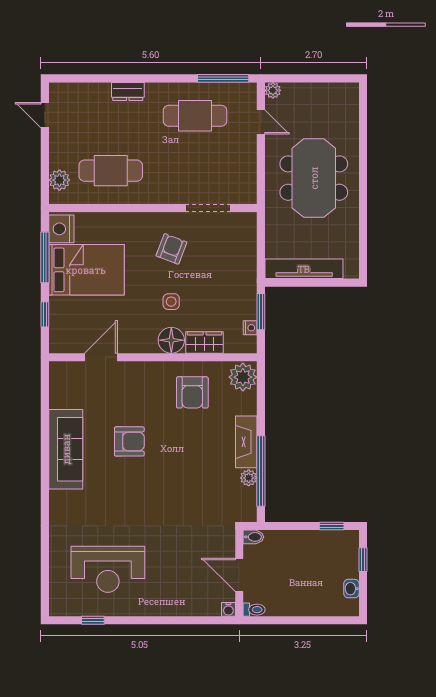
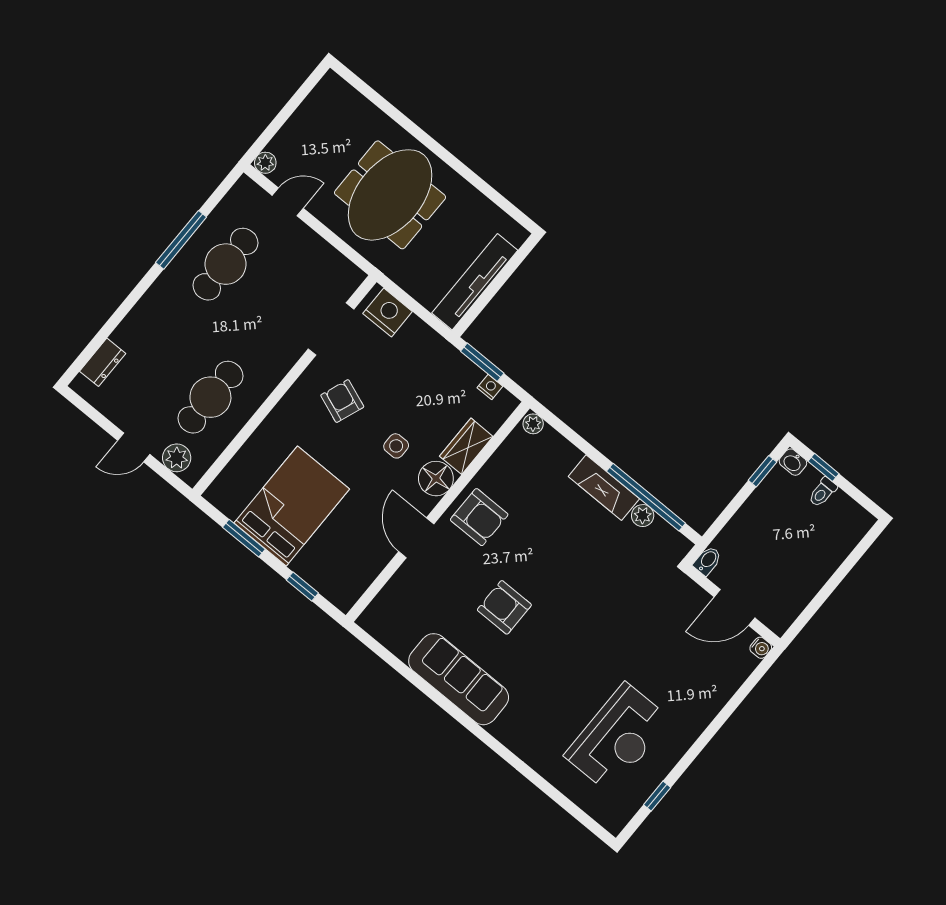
window: (223, 78) -> (181, 240), moved
dresser: (128, 91) -> (103, 362), moved
door: (45, 115) -> (134, 447), moved
meeting table: (314, 178) -> (390, 195), turned 90
nightstand: (61, 229) -> (388, 313), moved, turned 180
window: (45, 257) -> (244, 538), width x0.69
door: (101, 357) -> (416, 538), moved
plant: (243, 377) -> (533, 424), width x0.53, depth x0.53
armchair: (192, 392) -> (479, 517), moved
armchair: (129, 441) -> (504, 607), turned -90
washbasin: (351, 589) -> (793, 462), moved
toilet: (254, 610) -> (823, 492), moved, turned 180

